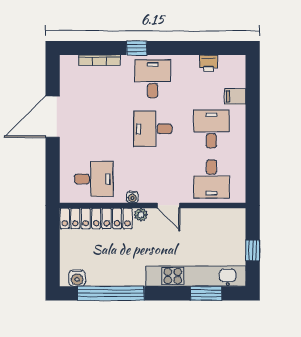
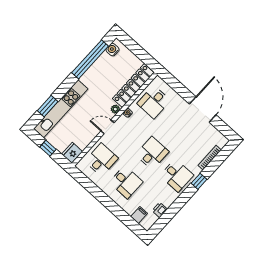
filing cabinet: (235, 96) -> (139, 215), moved
desk: (211, 179) -> (101, 160), turned 90
fridge: (233, 219) -> (72, 153), added

